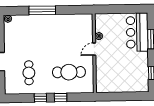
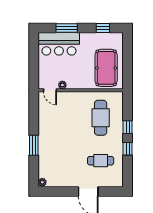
window: (42, 10) -> (34, 145), width x0.69
door: (94, 49) -> (50, 90), moved
pool table: (115, 77) -> (106, 68), added

